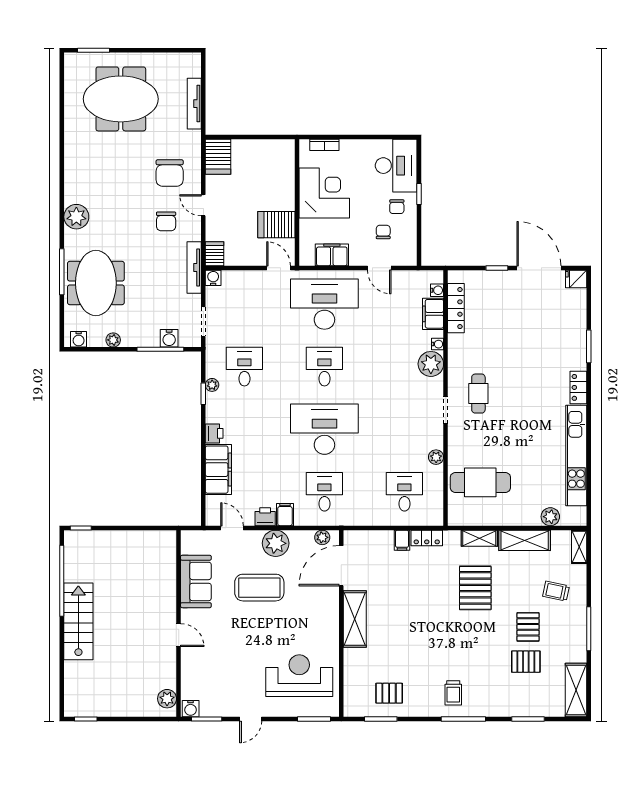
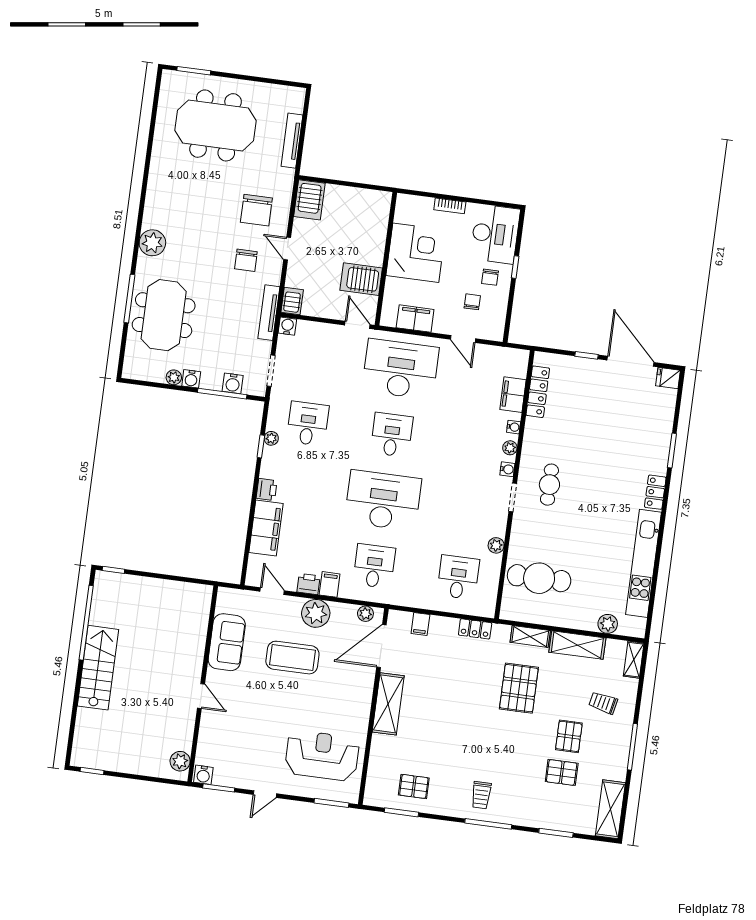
bookcase: (324, 145) -> (450, 206), moved
water cooler: (437, 290) -> (507, 469), moved
water cooler: (79, 339) -> (191, 379), moved
plant: (431, 364) -> (510, 448), width x0.53, depth x0.53
filing cabinet: (402, 540) -> (420, 624), moved

